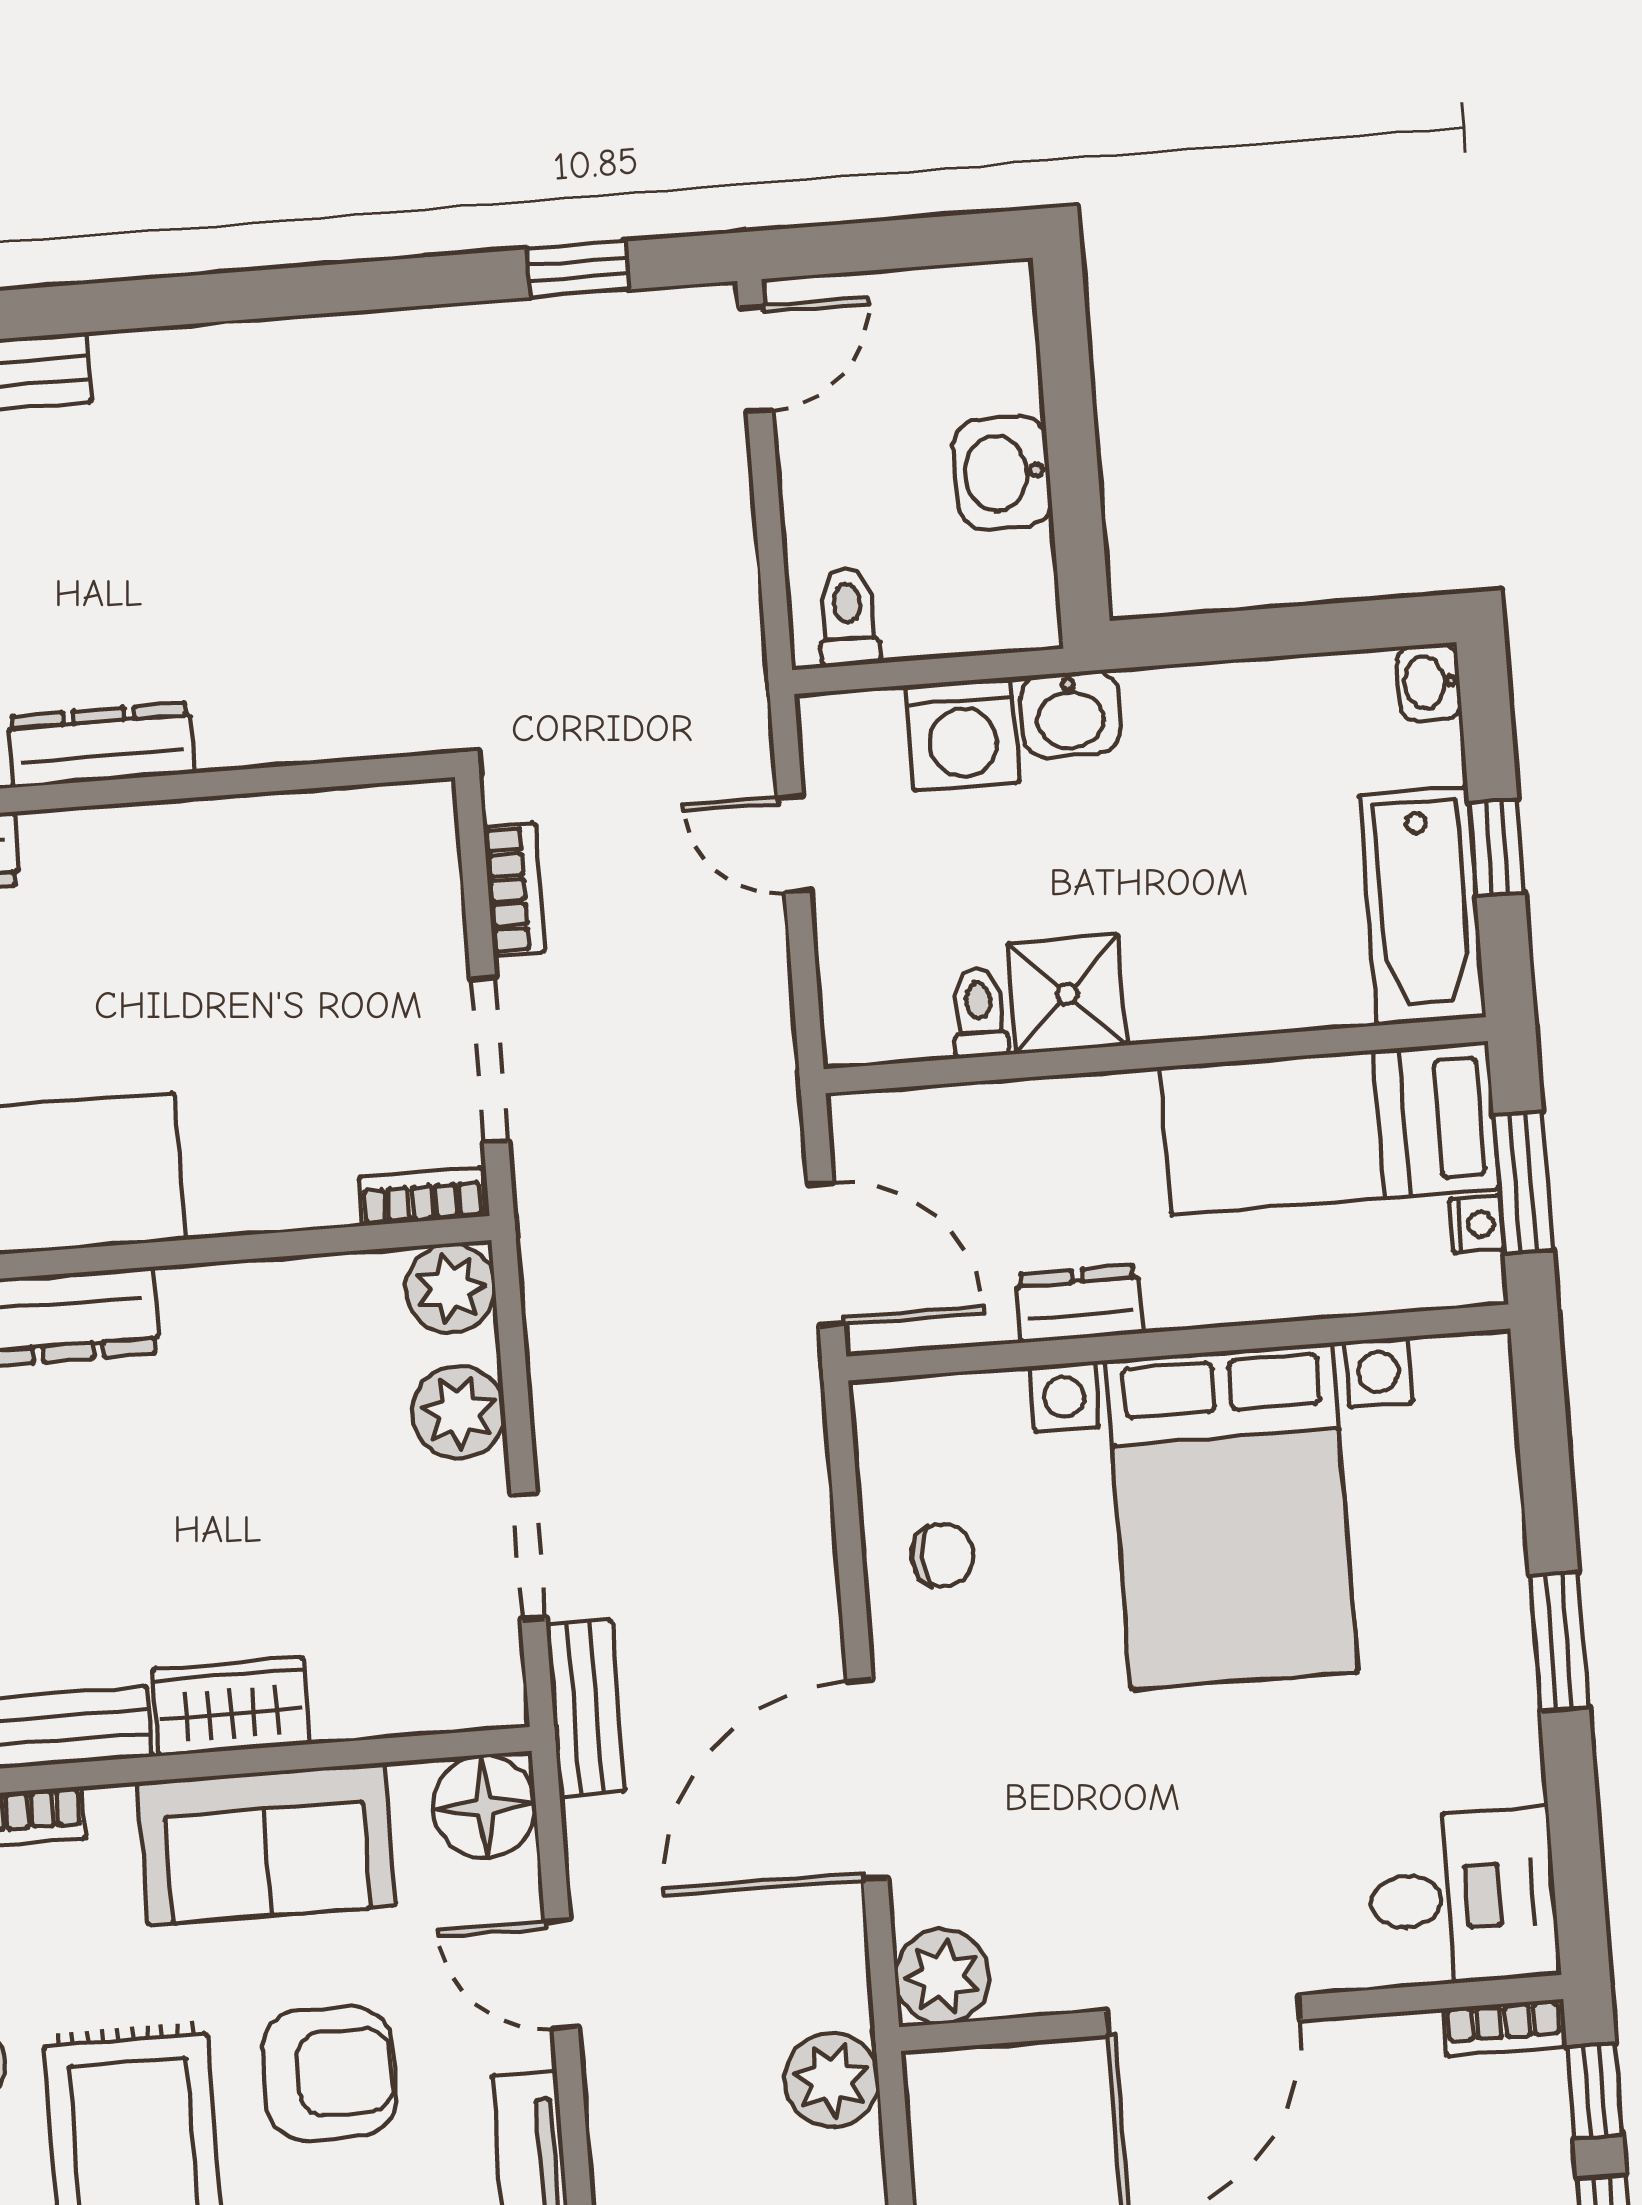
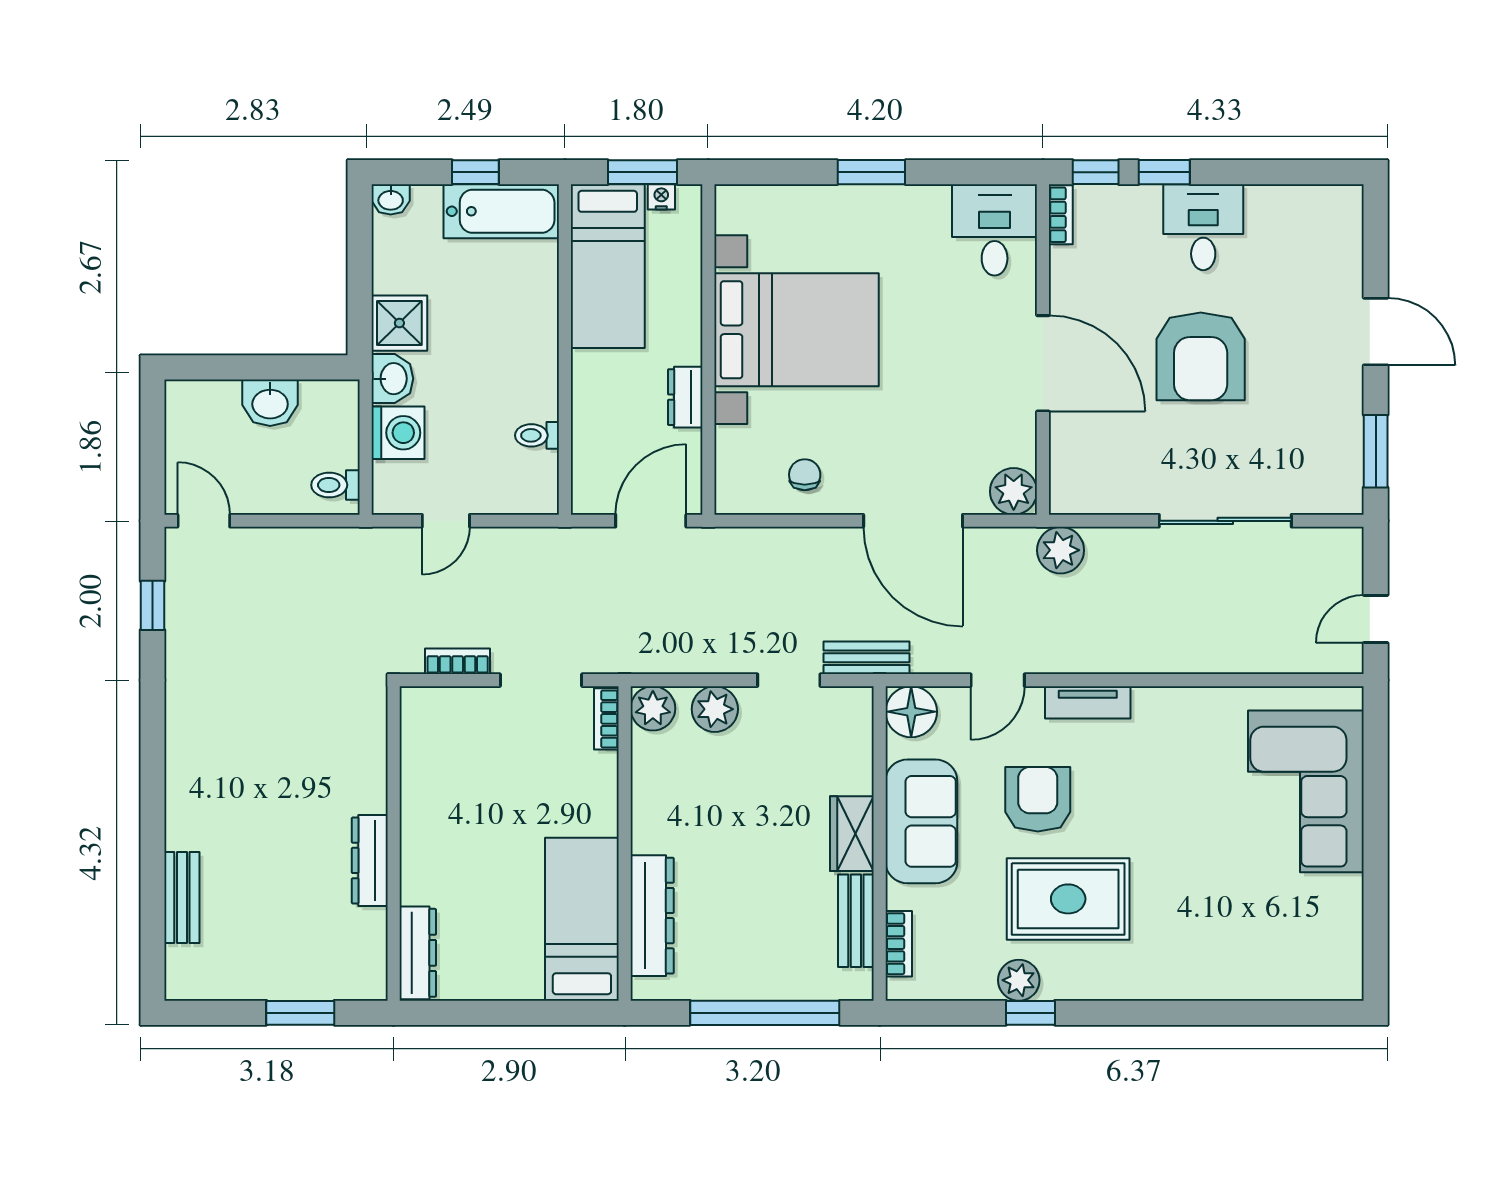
shower: (1067, 994) -> (399, 323), moved

